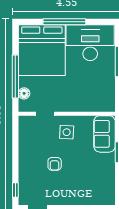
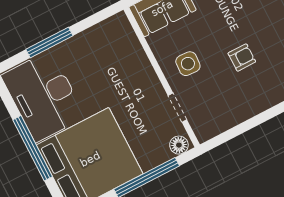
floor lamp: (24, 93) -> (179, 145), moved

